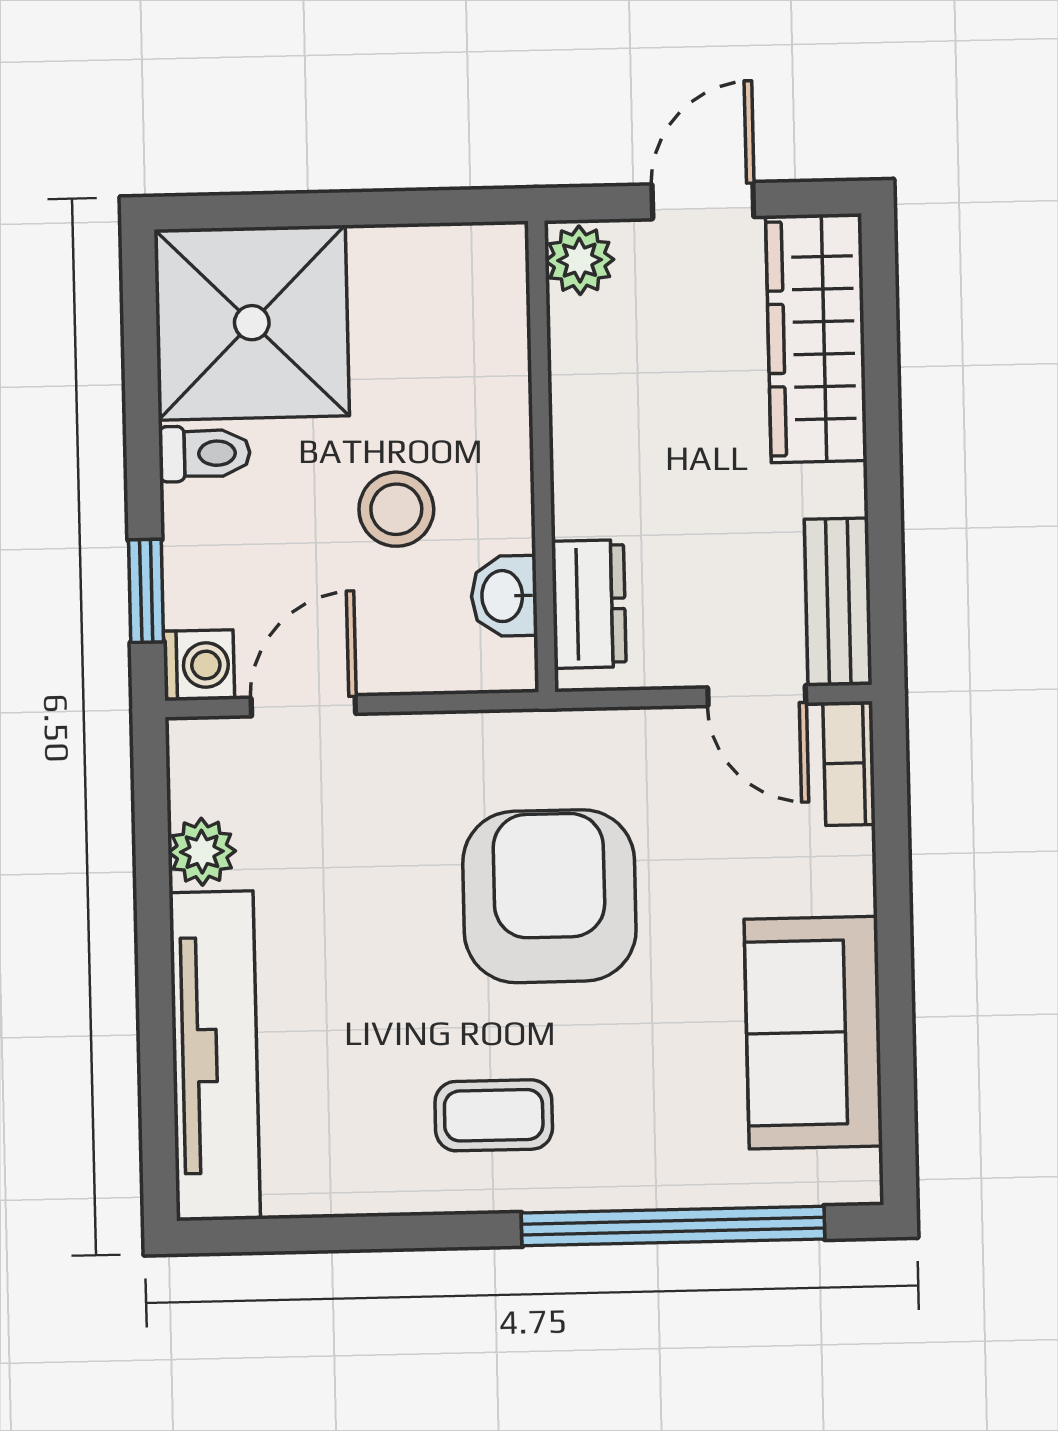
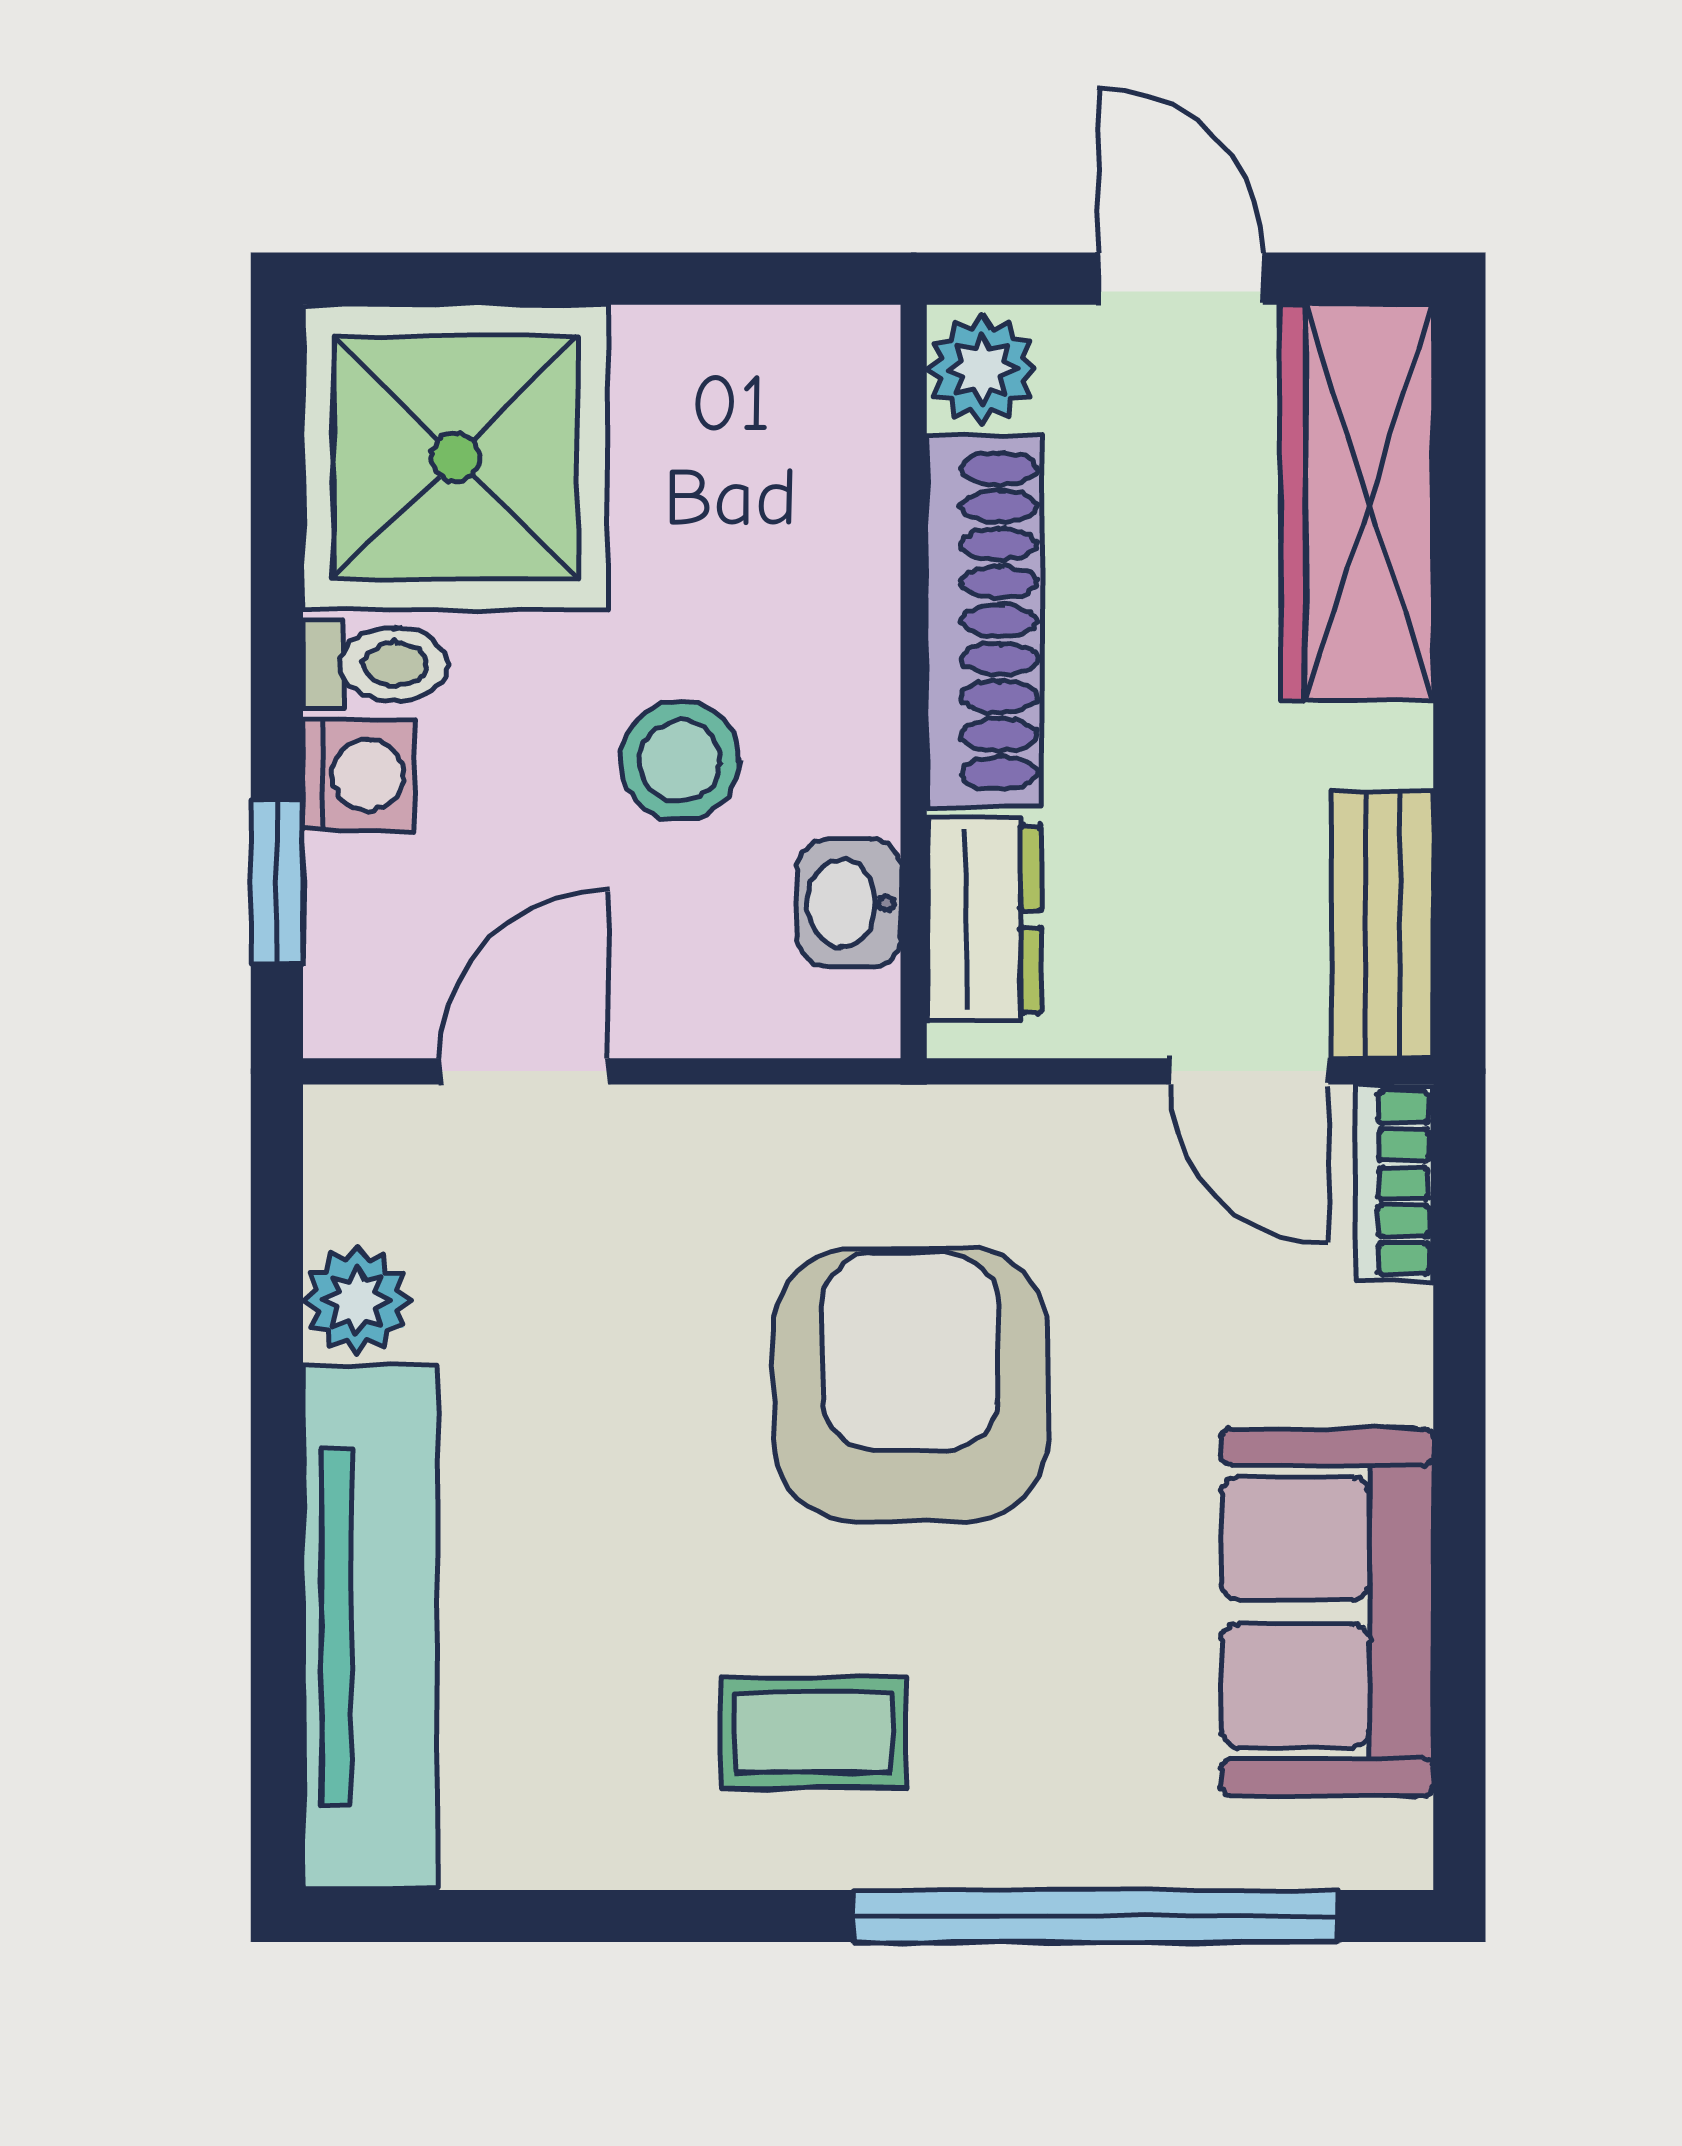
door: (703, 201) -> (1181, 279), hinge flipped
shoe rack: (585, 417) -> (984, 621), added
washing machine: (199, 665) -> (359, 775), moved

